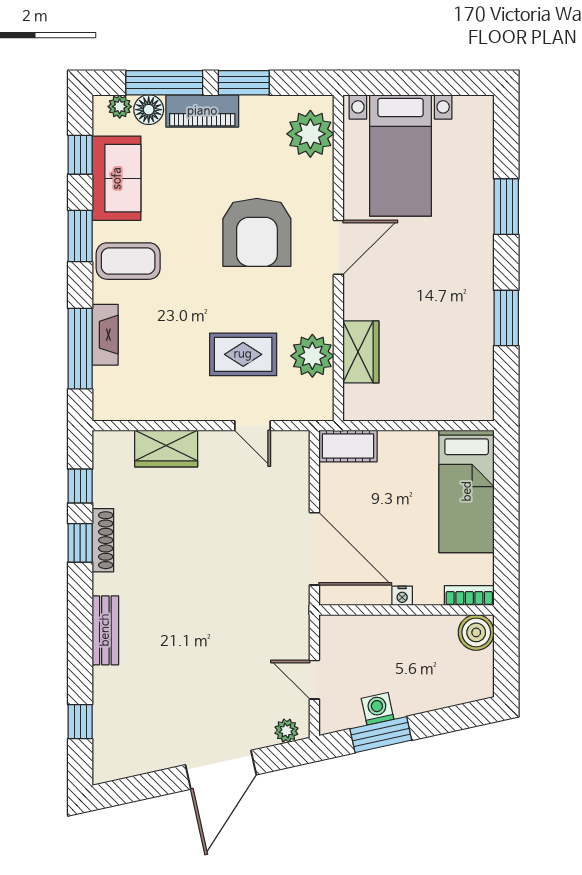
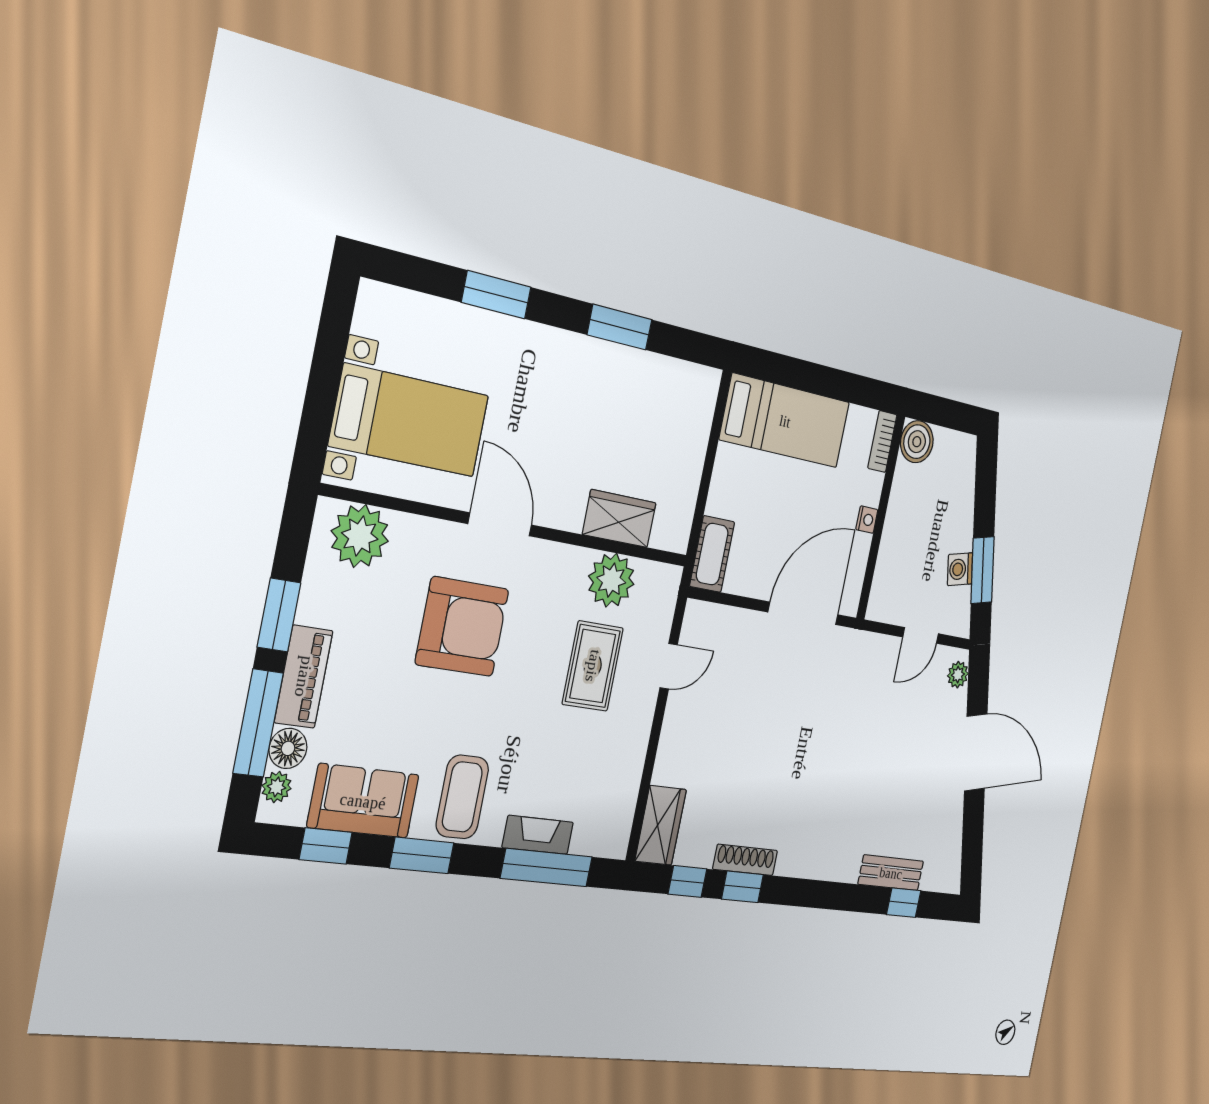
wardrobe: (166, 448) -> (661, 825), moved
bench: (105, 630) -> (891, 873), moved

